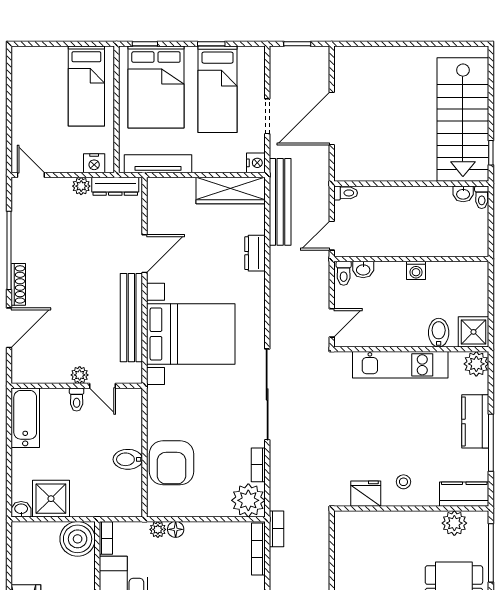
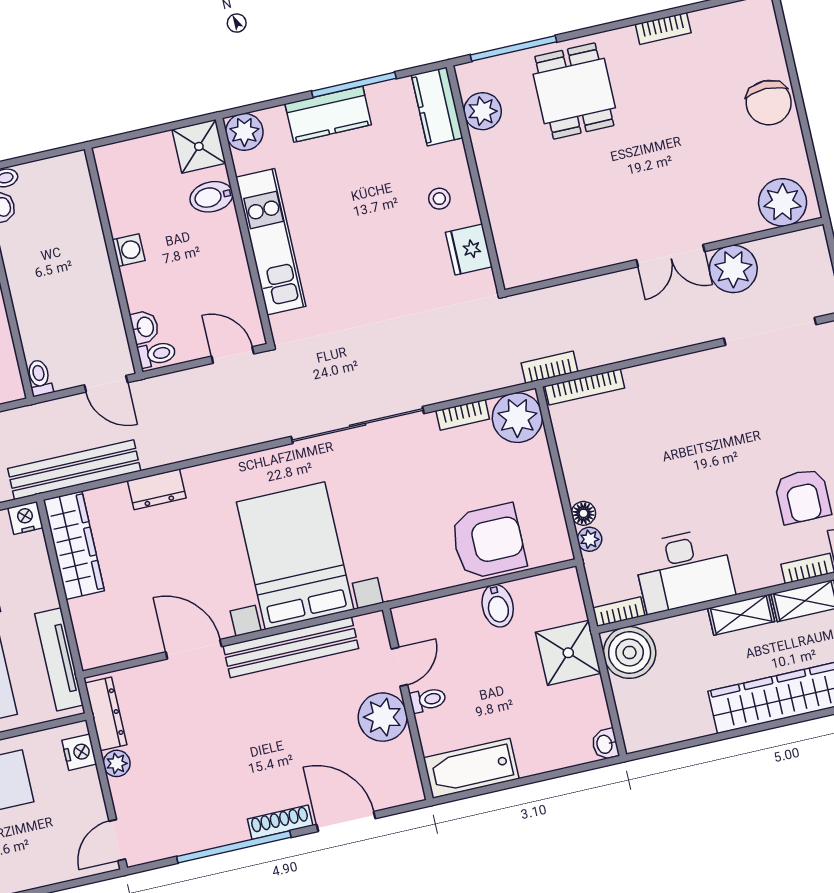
plant: (80, 375) -> (383, 717), width x1.87, depth x1.87
shower: (51, 499) -> (568, 653), moved

